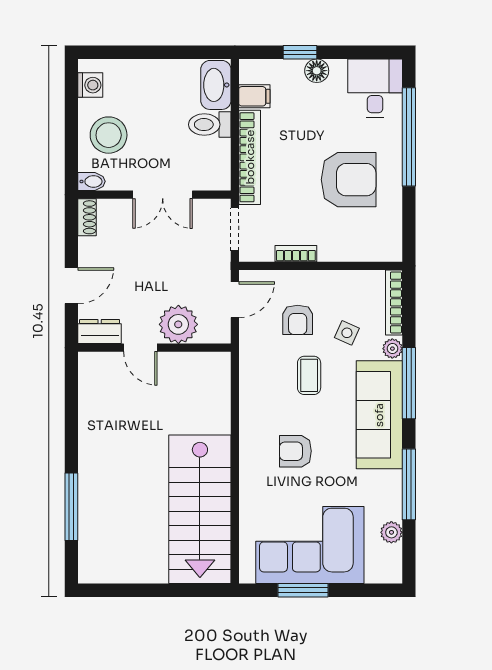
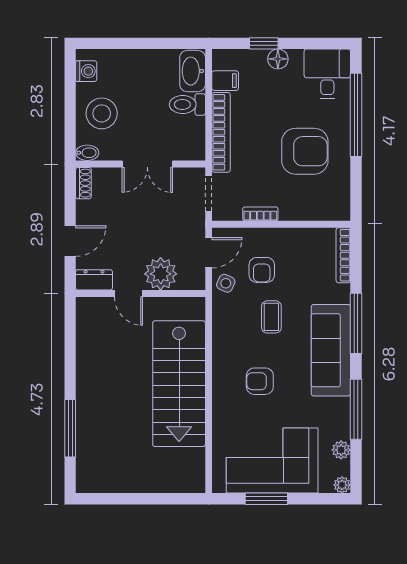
side table: (347, 333) -> (226, 283), moved
plant: (392, 349) -> (342, 485), moved
stairs: (200, 509) -> (179, 384), moved

